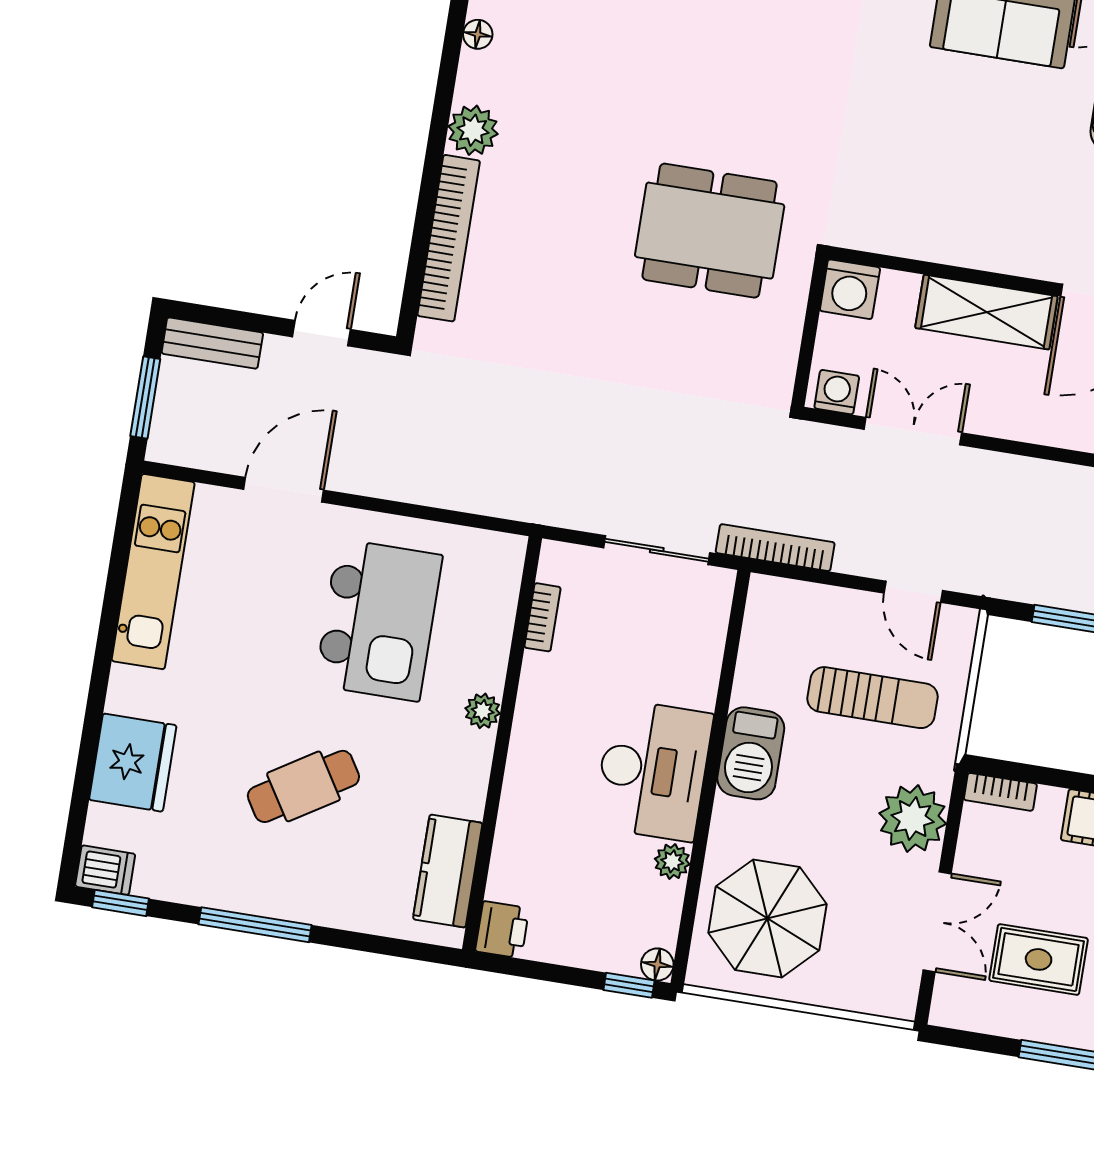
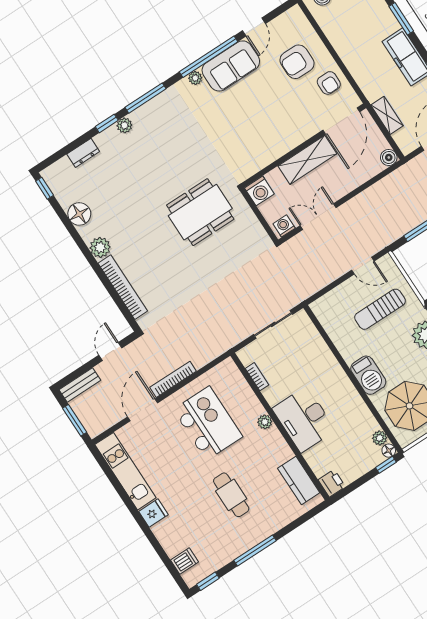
floor lamp: (478, 34) -> (79, 214), width x1.89, depth x1.89
bookcase: (775, 548) -> (173, 379), moved
sun lounger: (872, 698) -> (380, 309), turned 180
barbecue: (751, 753) -> (368, 375), moved
fridge: (133, 763) -> (153, 513), moved, width x0.53, depth x0.75
desk: (653, 770) -> (304, 419), moved, turned 180
cafe table: (303, 786) -> (231, 495), turned -58
plant: (672, 861) -> (380, 438), moved
dishwasher: (105, 870) -> (185, 561), moved

